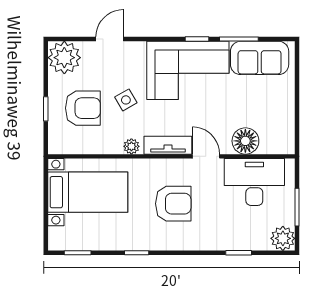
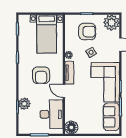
armchair: (83, 108) -> (87, 32), turned -90
floor lamp: (245, 141) -> (71, 127), moved
door: (206, 156) -> (64, 91), swing flipped
plant: (283, 238) -> (24, 104), moved

